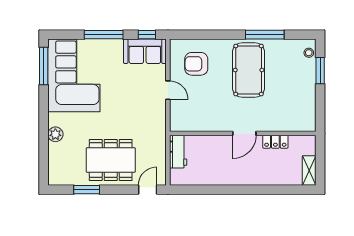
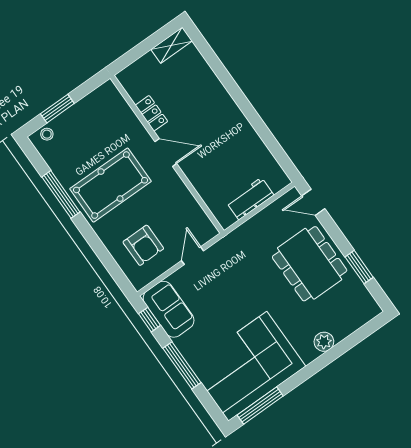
wall: (243, 133) -> (167, 154), moved
door: (244, 133) -> (166, 152), moved
locker: (275, 142) -> (151, 113), moved

